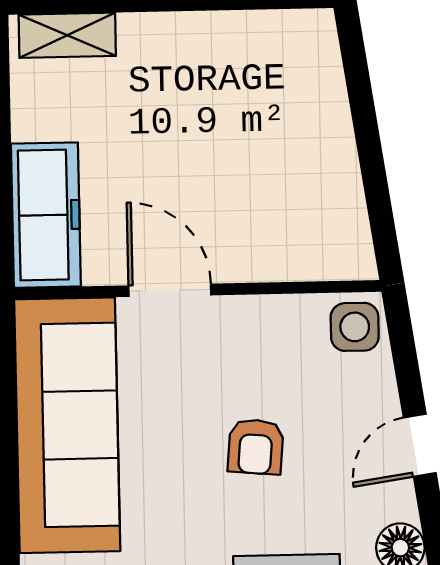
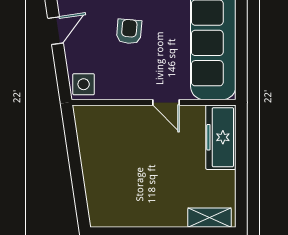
door: (170, 290) -> (166, 102), width x0.73

